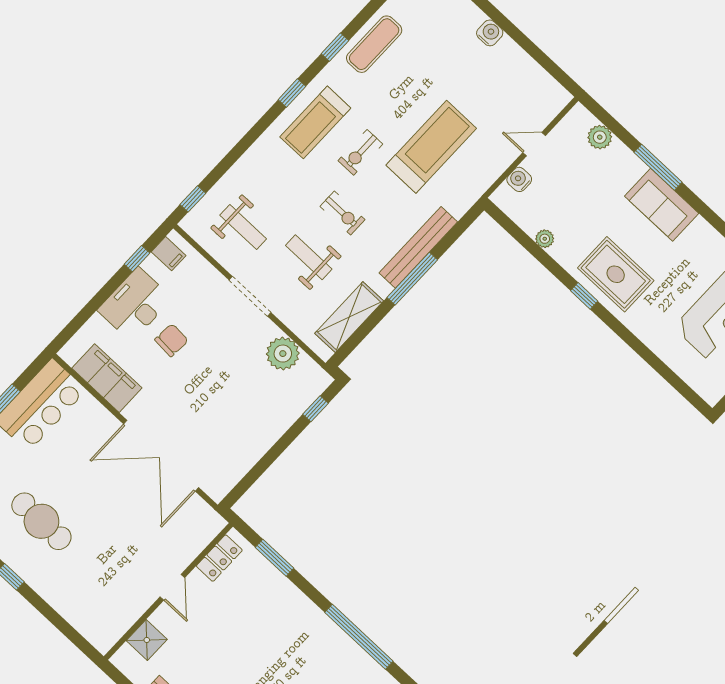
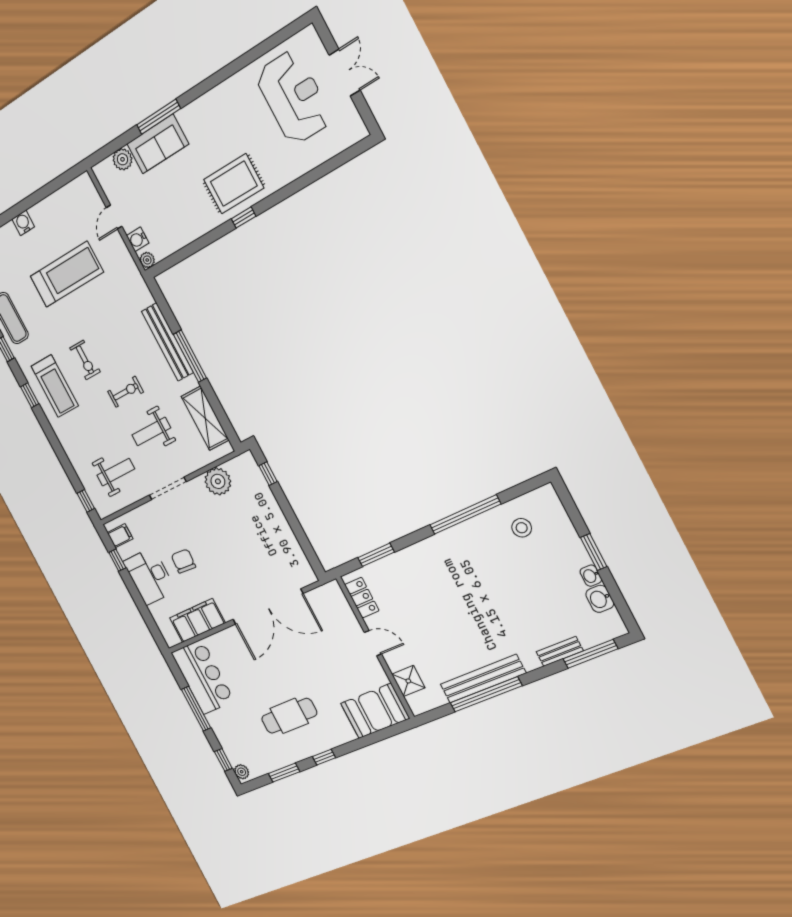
treadmill: (431, 147) -> (67, 274), moved, turned 90
sofa: (662, 205) -> (158, 144), moved
plant: (545, 239) -> (147, 260), moved
booth: (94, 616) -> (375, 711), added

